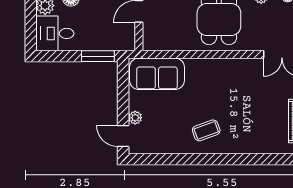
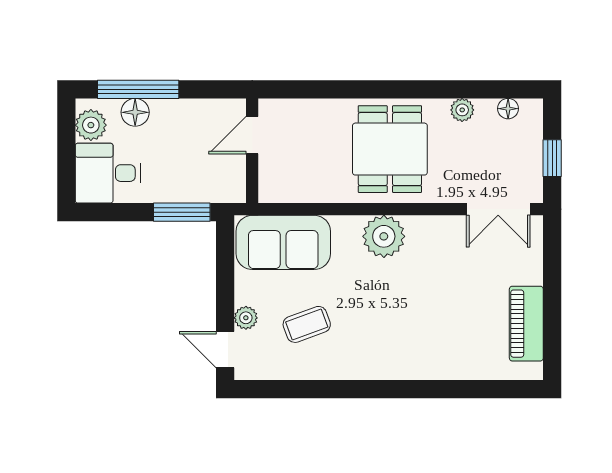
plant: (215, 70) -> (384, 236), added
coffee table: (206, 130) -> (307, 324), moved

